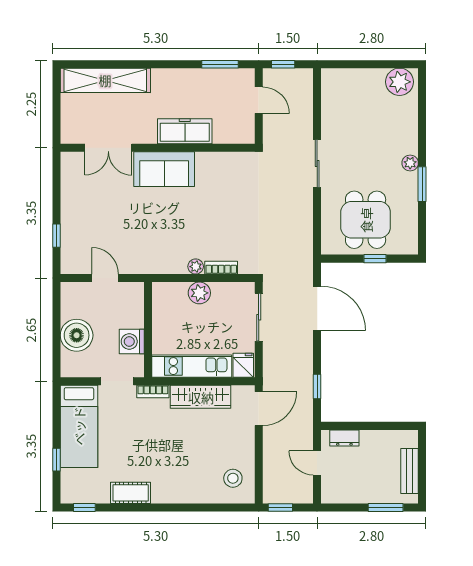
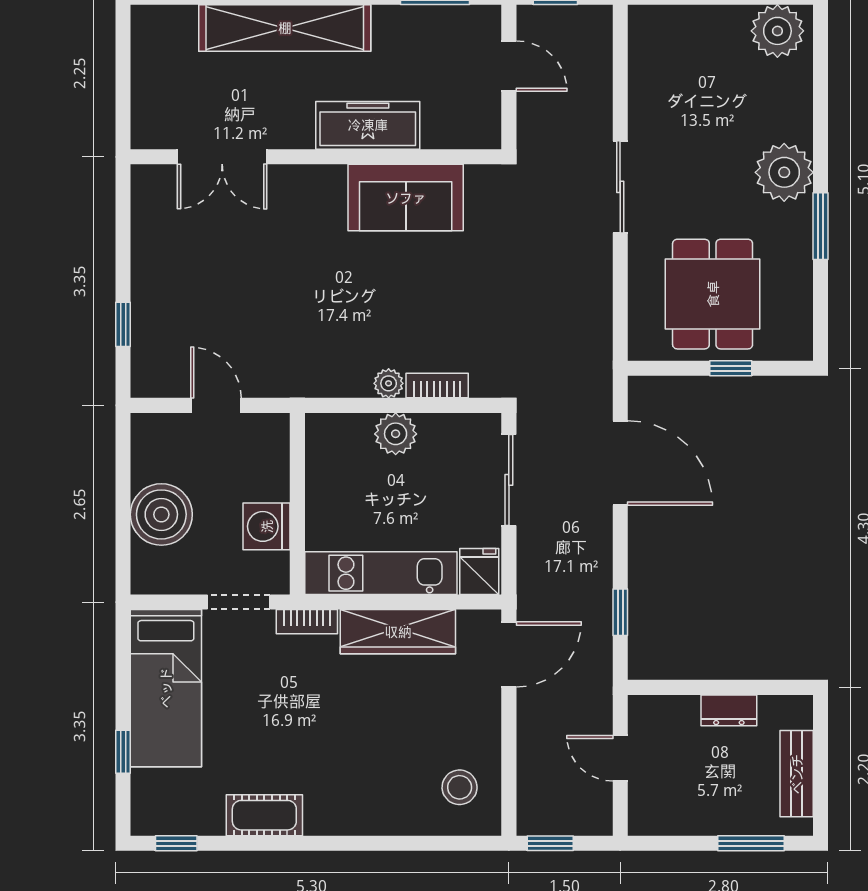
shelving: (105, 80) -> (285, 28), moved
plant: (410, 163) -> (784, 172), width x1.87, depth x1.87
sofa: (164, 169) -> (406, 198), moved
dresser: (344, 438) -> (729, 710), moved

